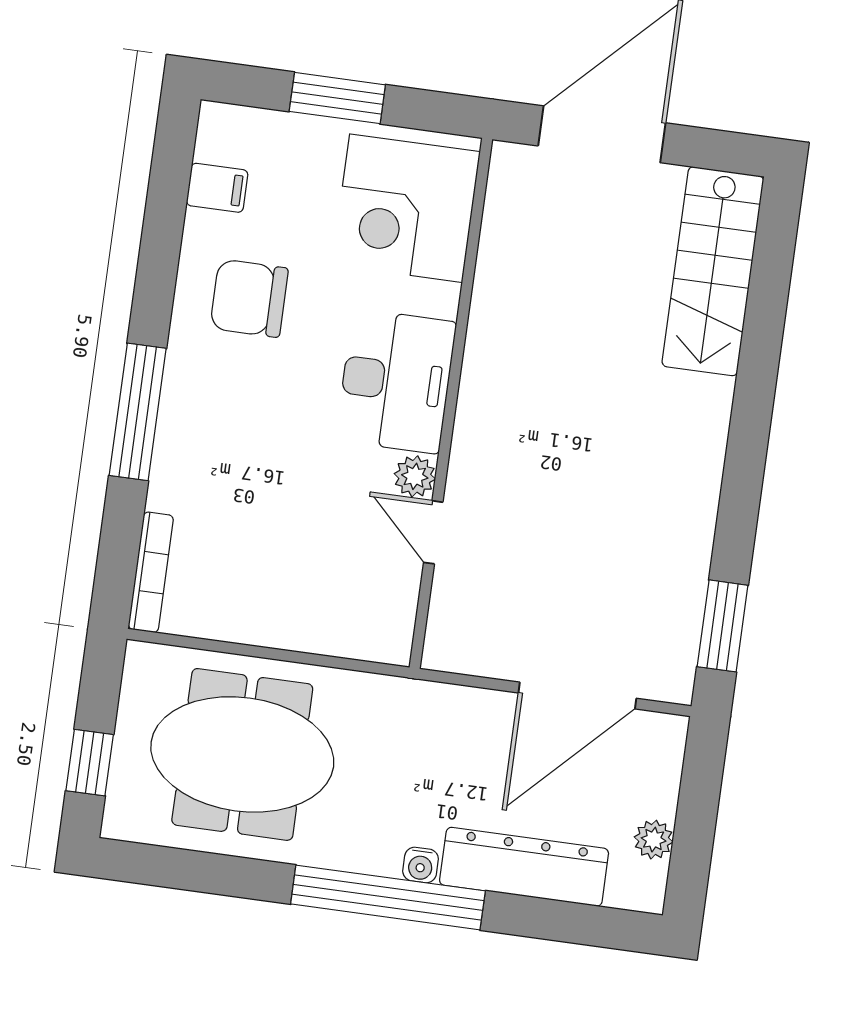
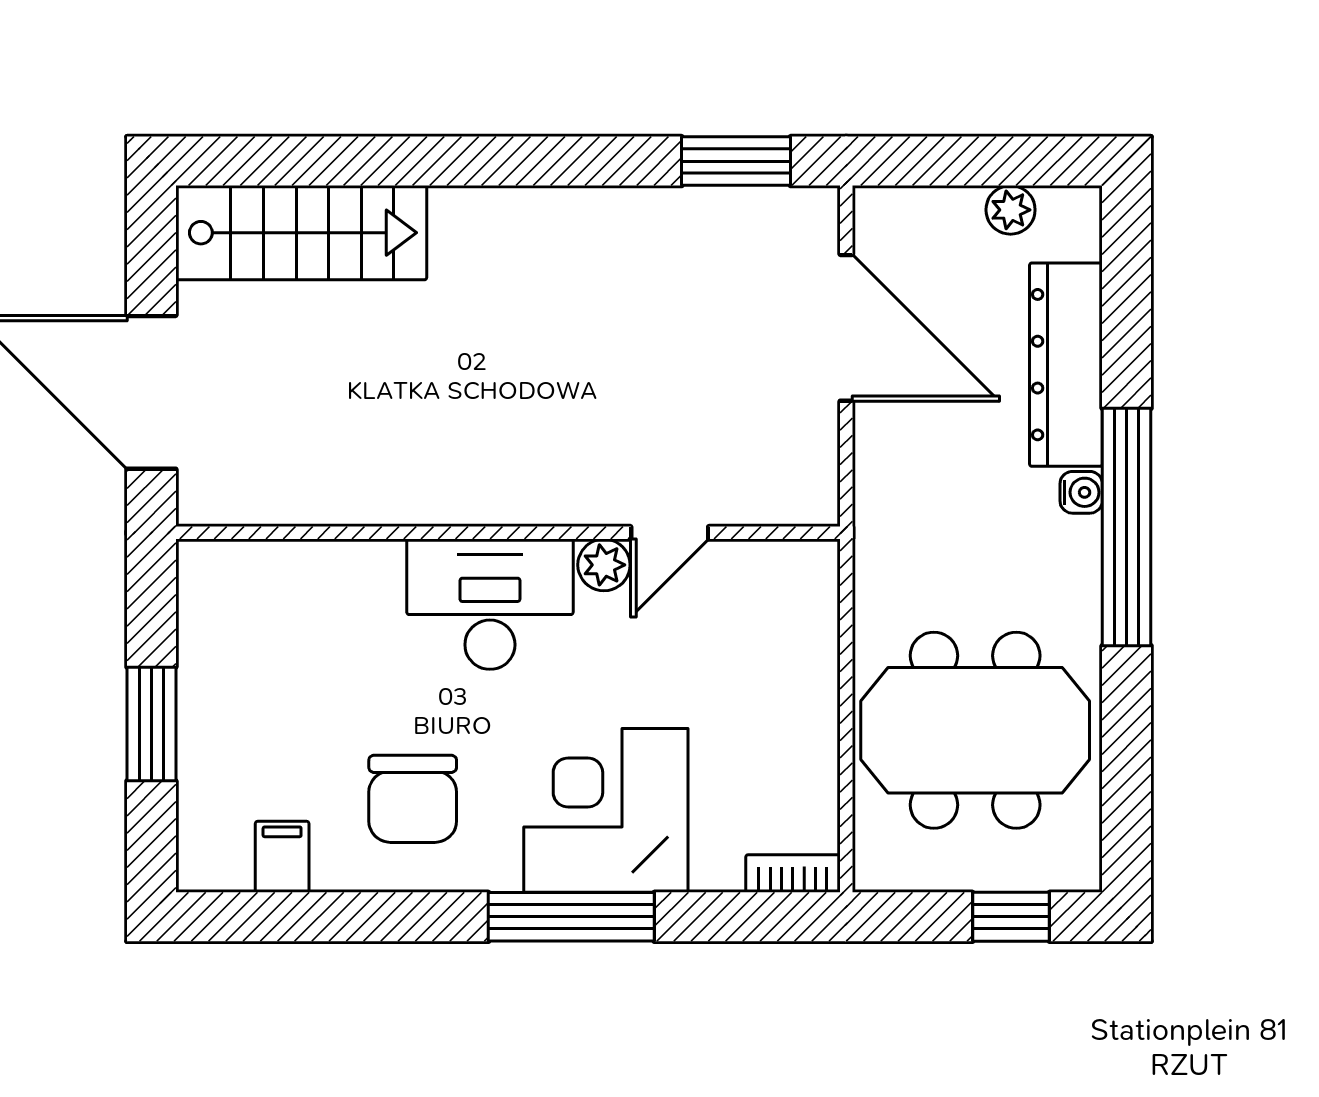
corner desk: (406, 208) -> (606, 810), moved, turned 180
bookcase: (151, 572) -> (793, 874), width x0.64
meeting table: (242, 754) -> (975, 730), turned 90

